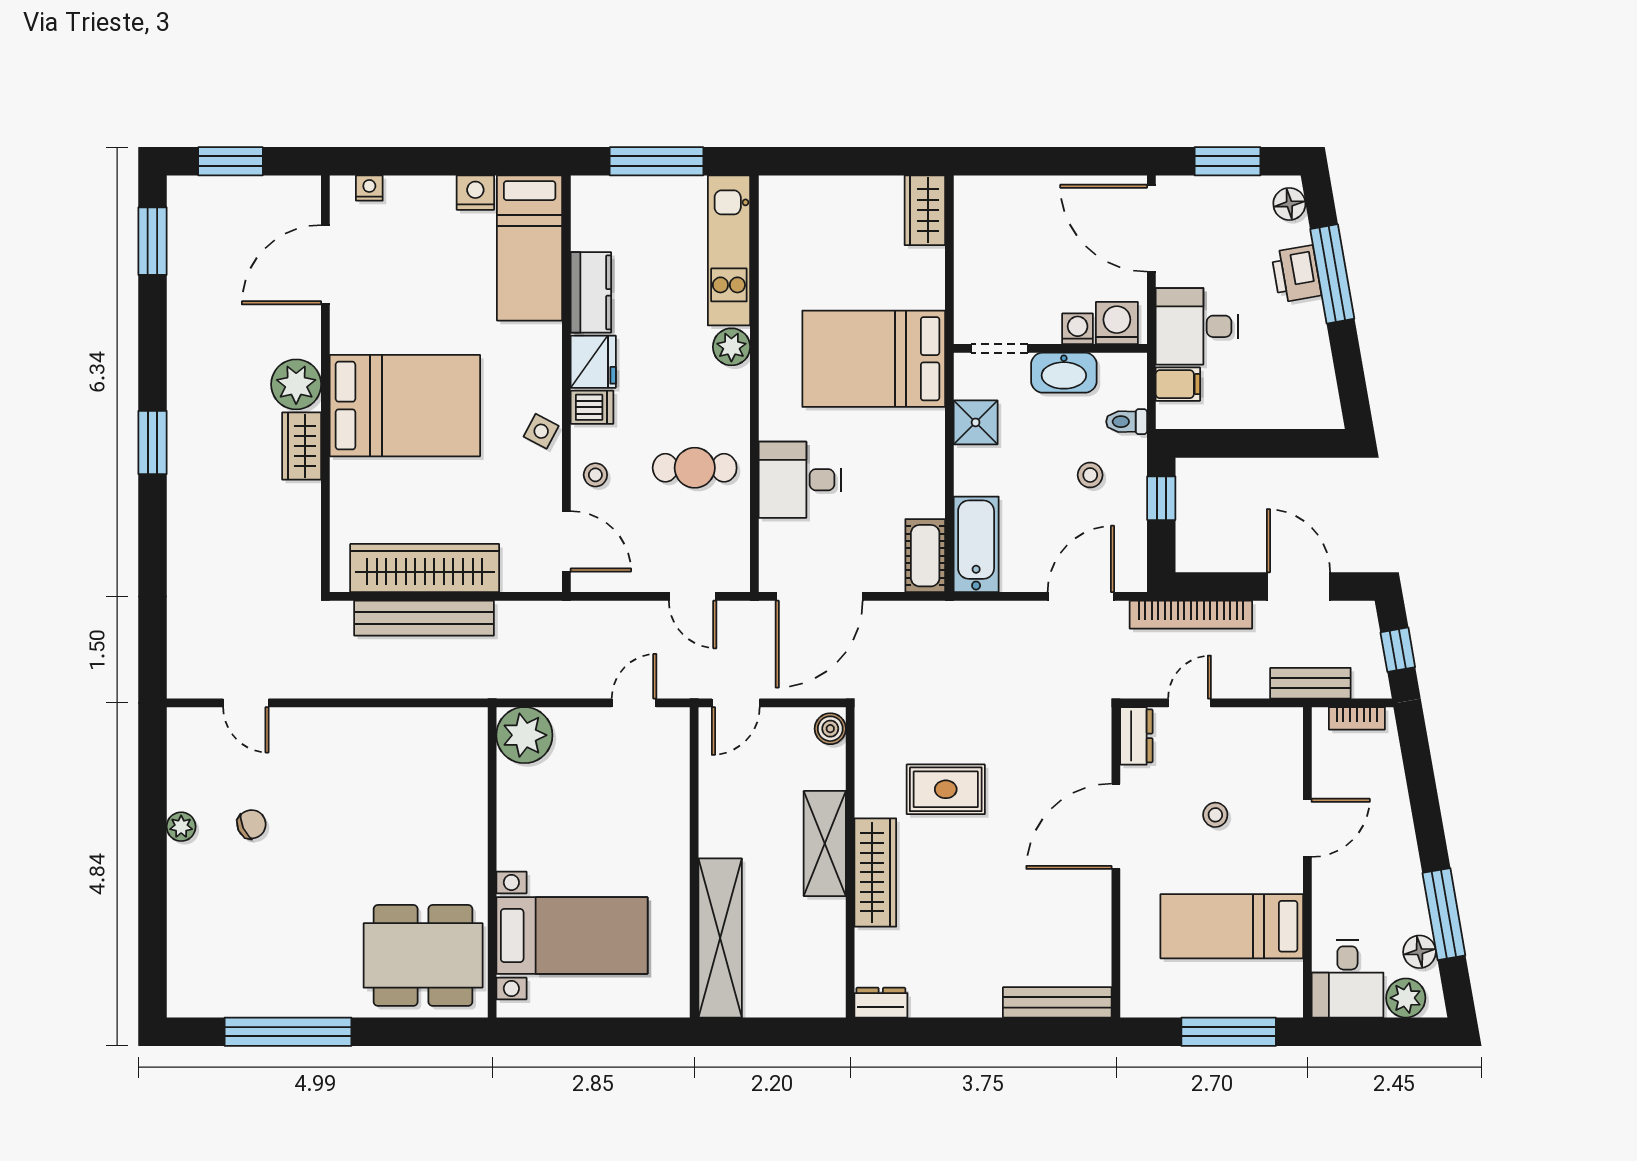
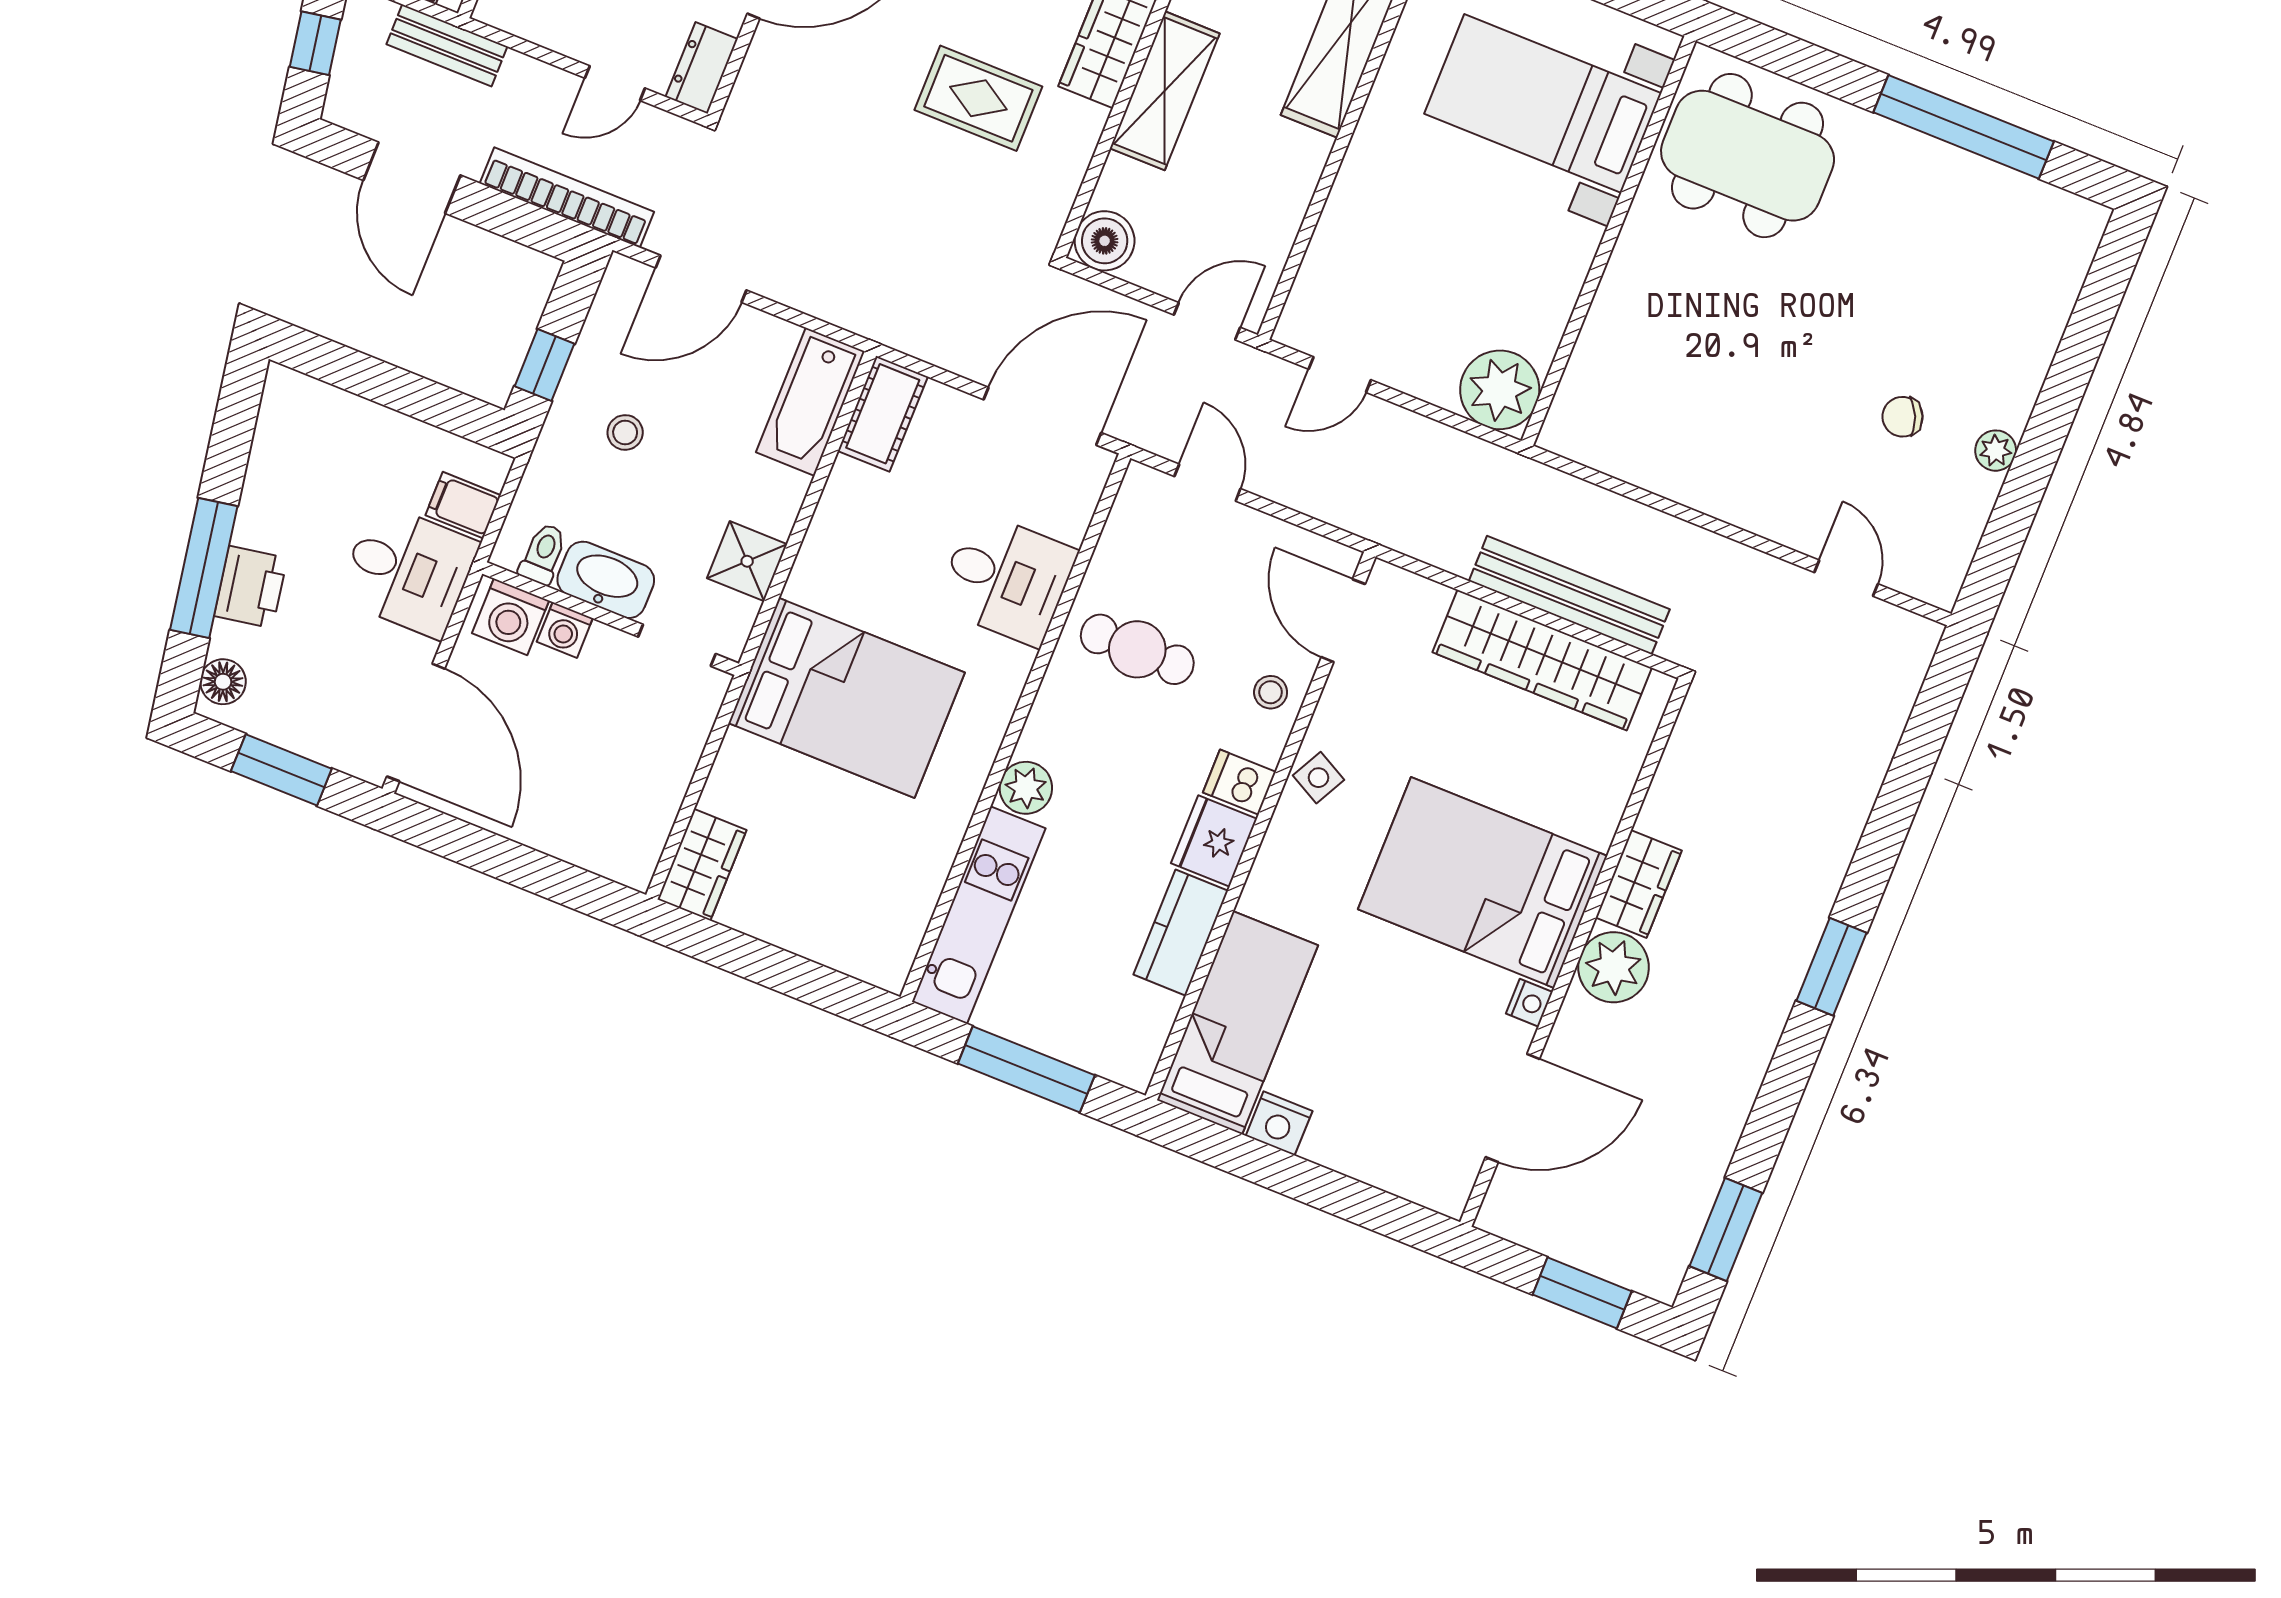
nightstand: (369, 188) -> (1529, 1003), moved, turned -90
toilet: (1127, 422) -> (543, 554), moved, turned -90
boiler: (830, 729) -> (1105, 241), width x1.36, depth x1.36

